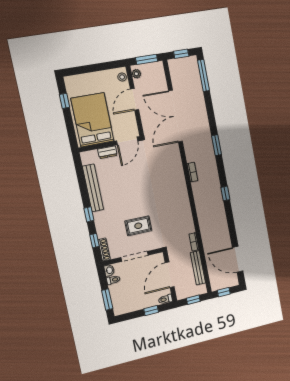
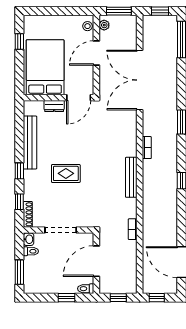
rug: (138, 226) -> (66, 173), moved
bench: (198, 268) -> (131, 177), moved

